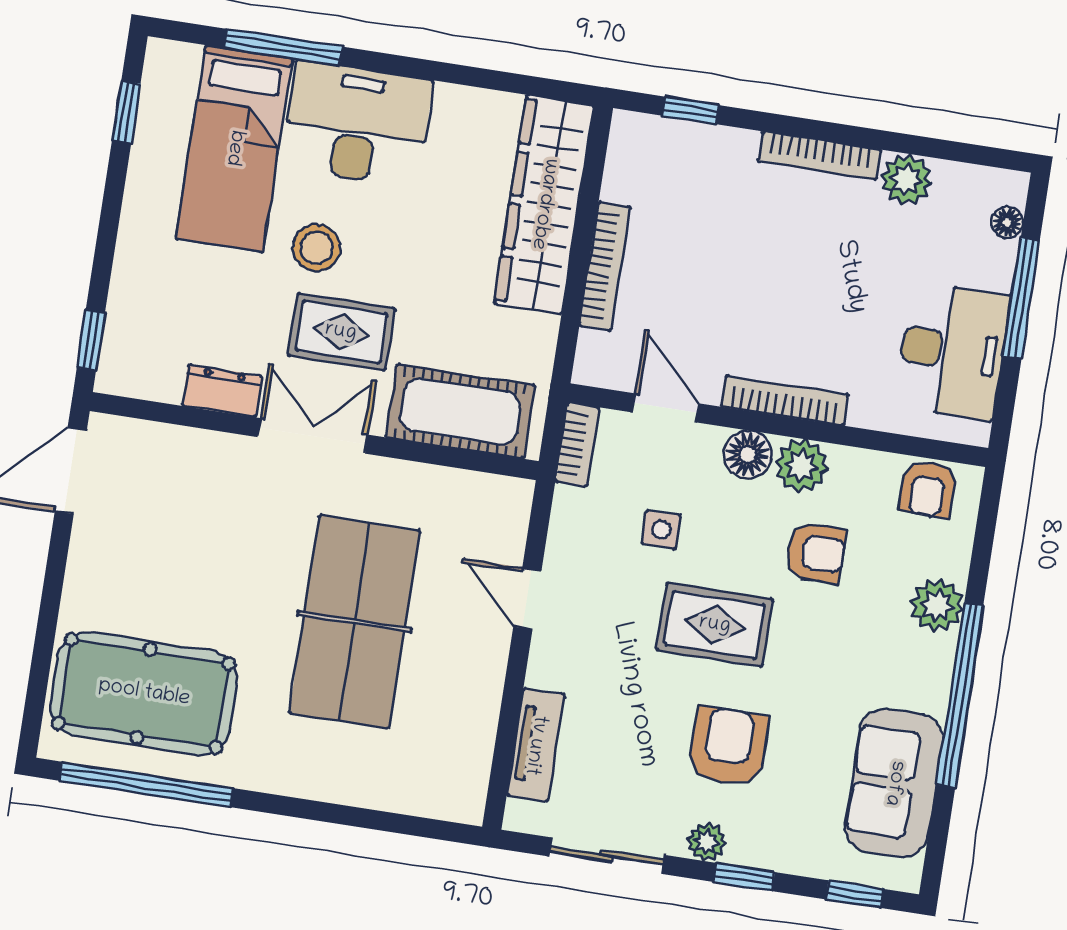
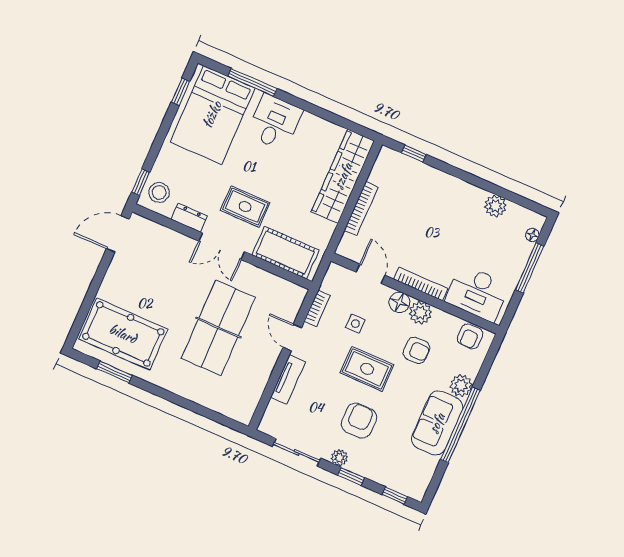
desk: (357, 124) -> (275, 122), width x0.73
bed: (234, 148) -> (212, 115), width x1.50
bookcase: (819, 156) -> (462, 187), removed
stool: (317, 248) -> (159, 192), moved
desk: (953, 351) -> (477, 293), moved, turned 90
double door: (313, 436) -> (222, 246), swing flipped
bookcase: (577, 444) -> (317, 308), moved
tv unit: (535, 745) -> (288, 379), moved
sofa: (894, 783) -> (437, 423), moved
window: (147, 784) -> (114, 372), width x0.47

